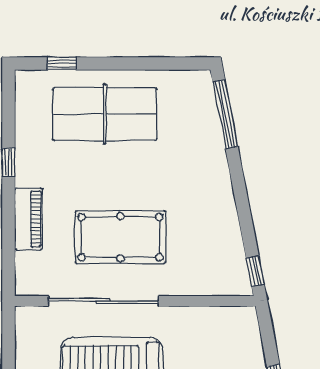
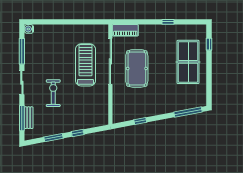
piano: (28, 219) -> (125, 30), moved
window: (255, 271) -> (140, 121), moved

